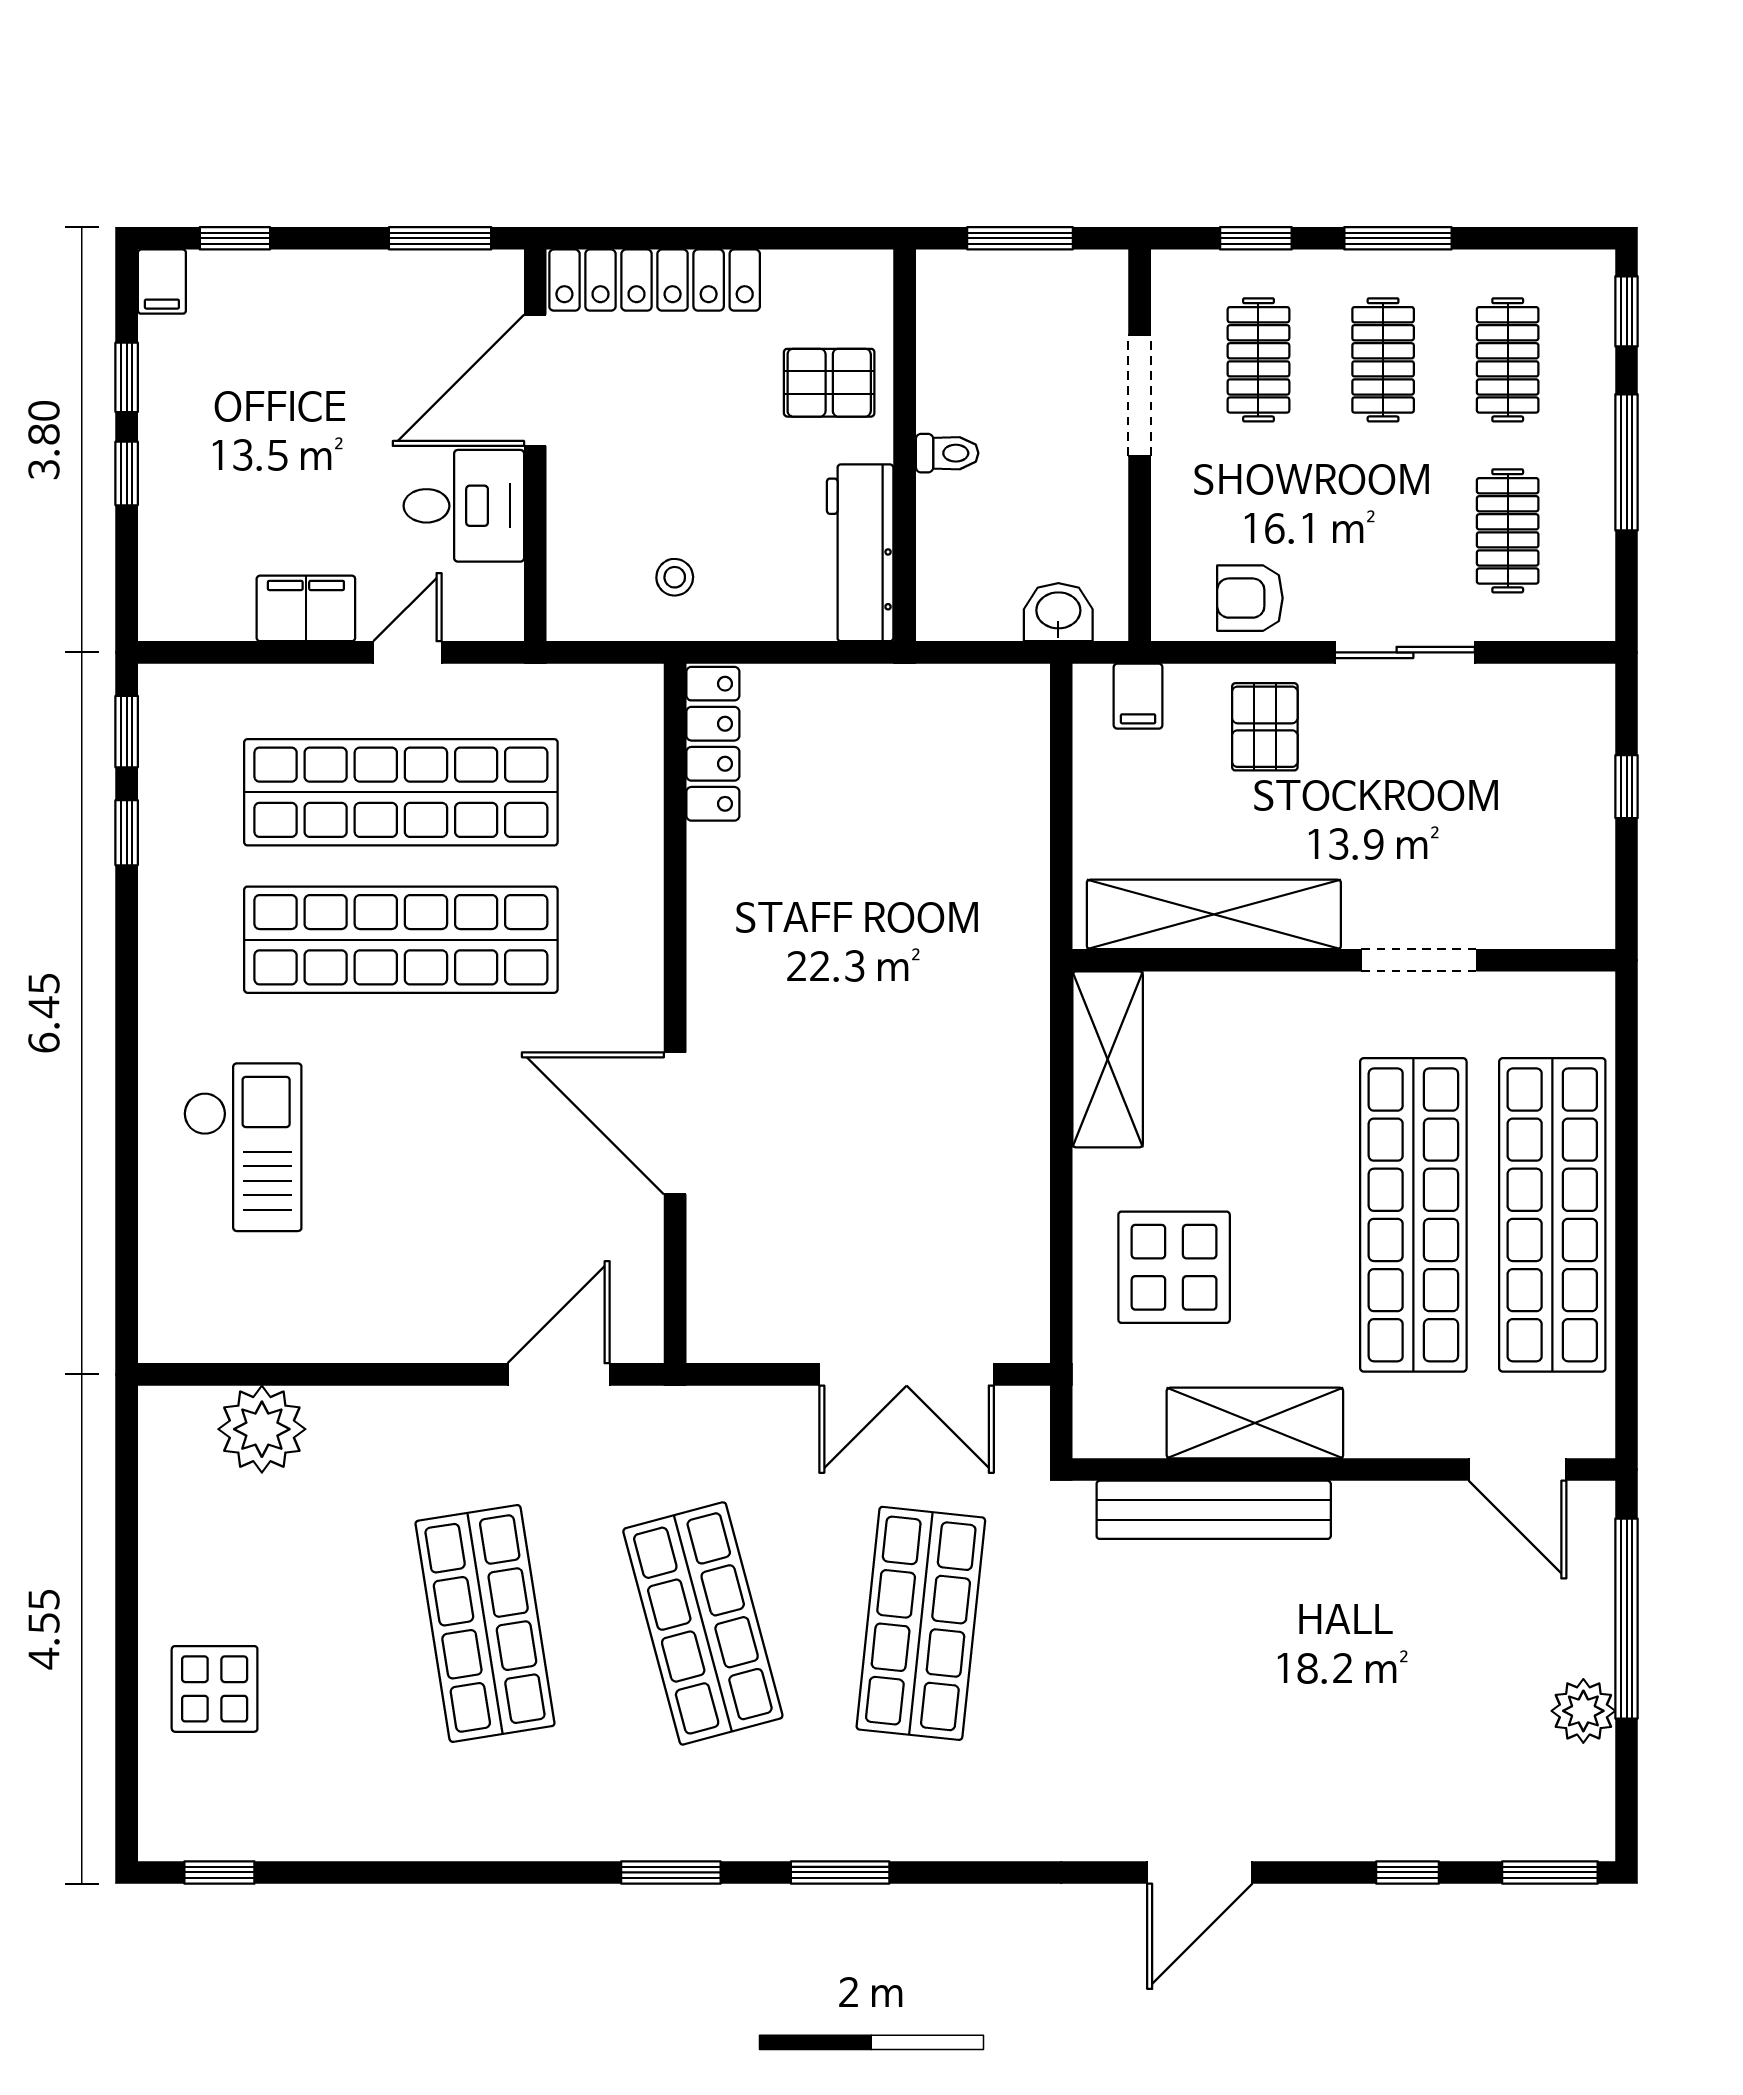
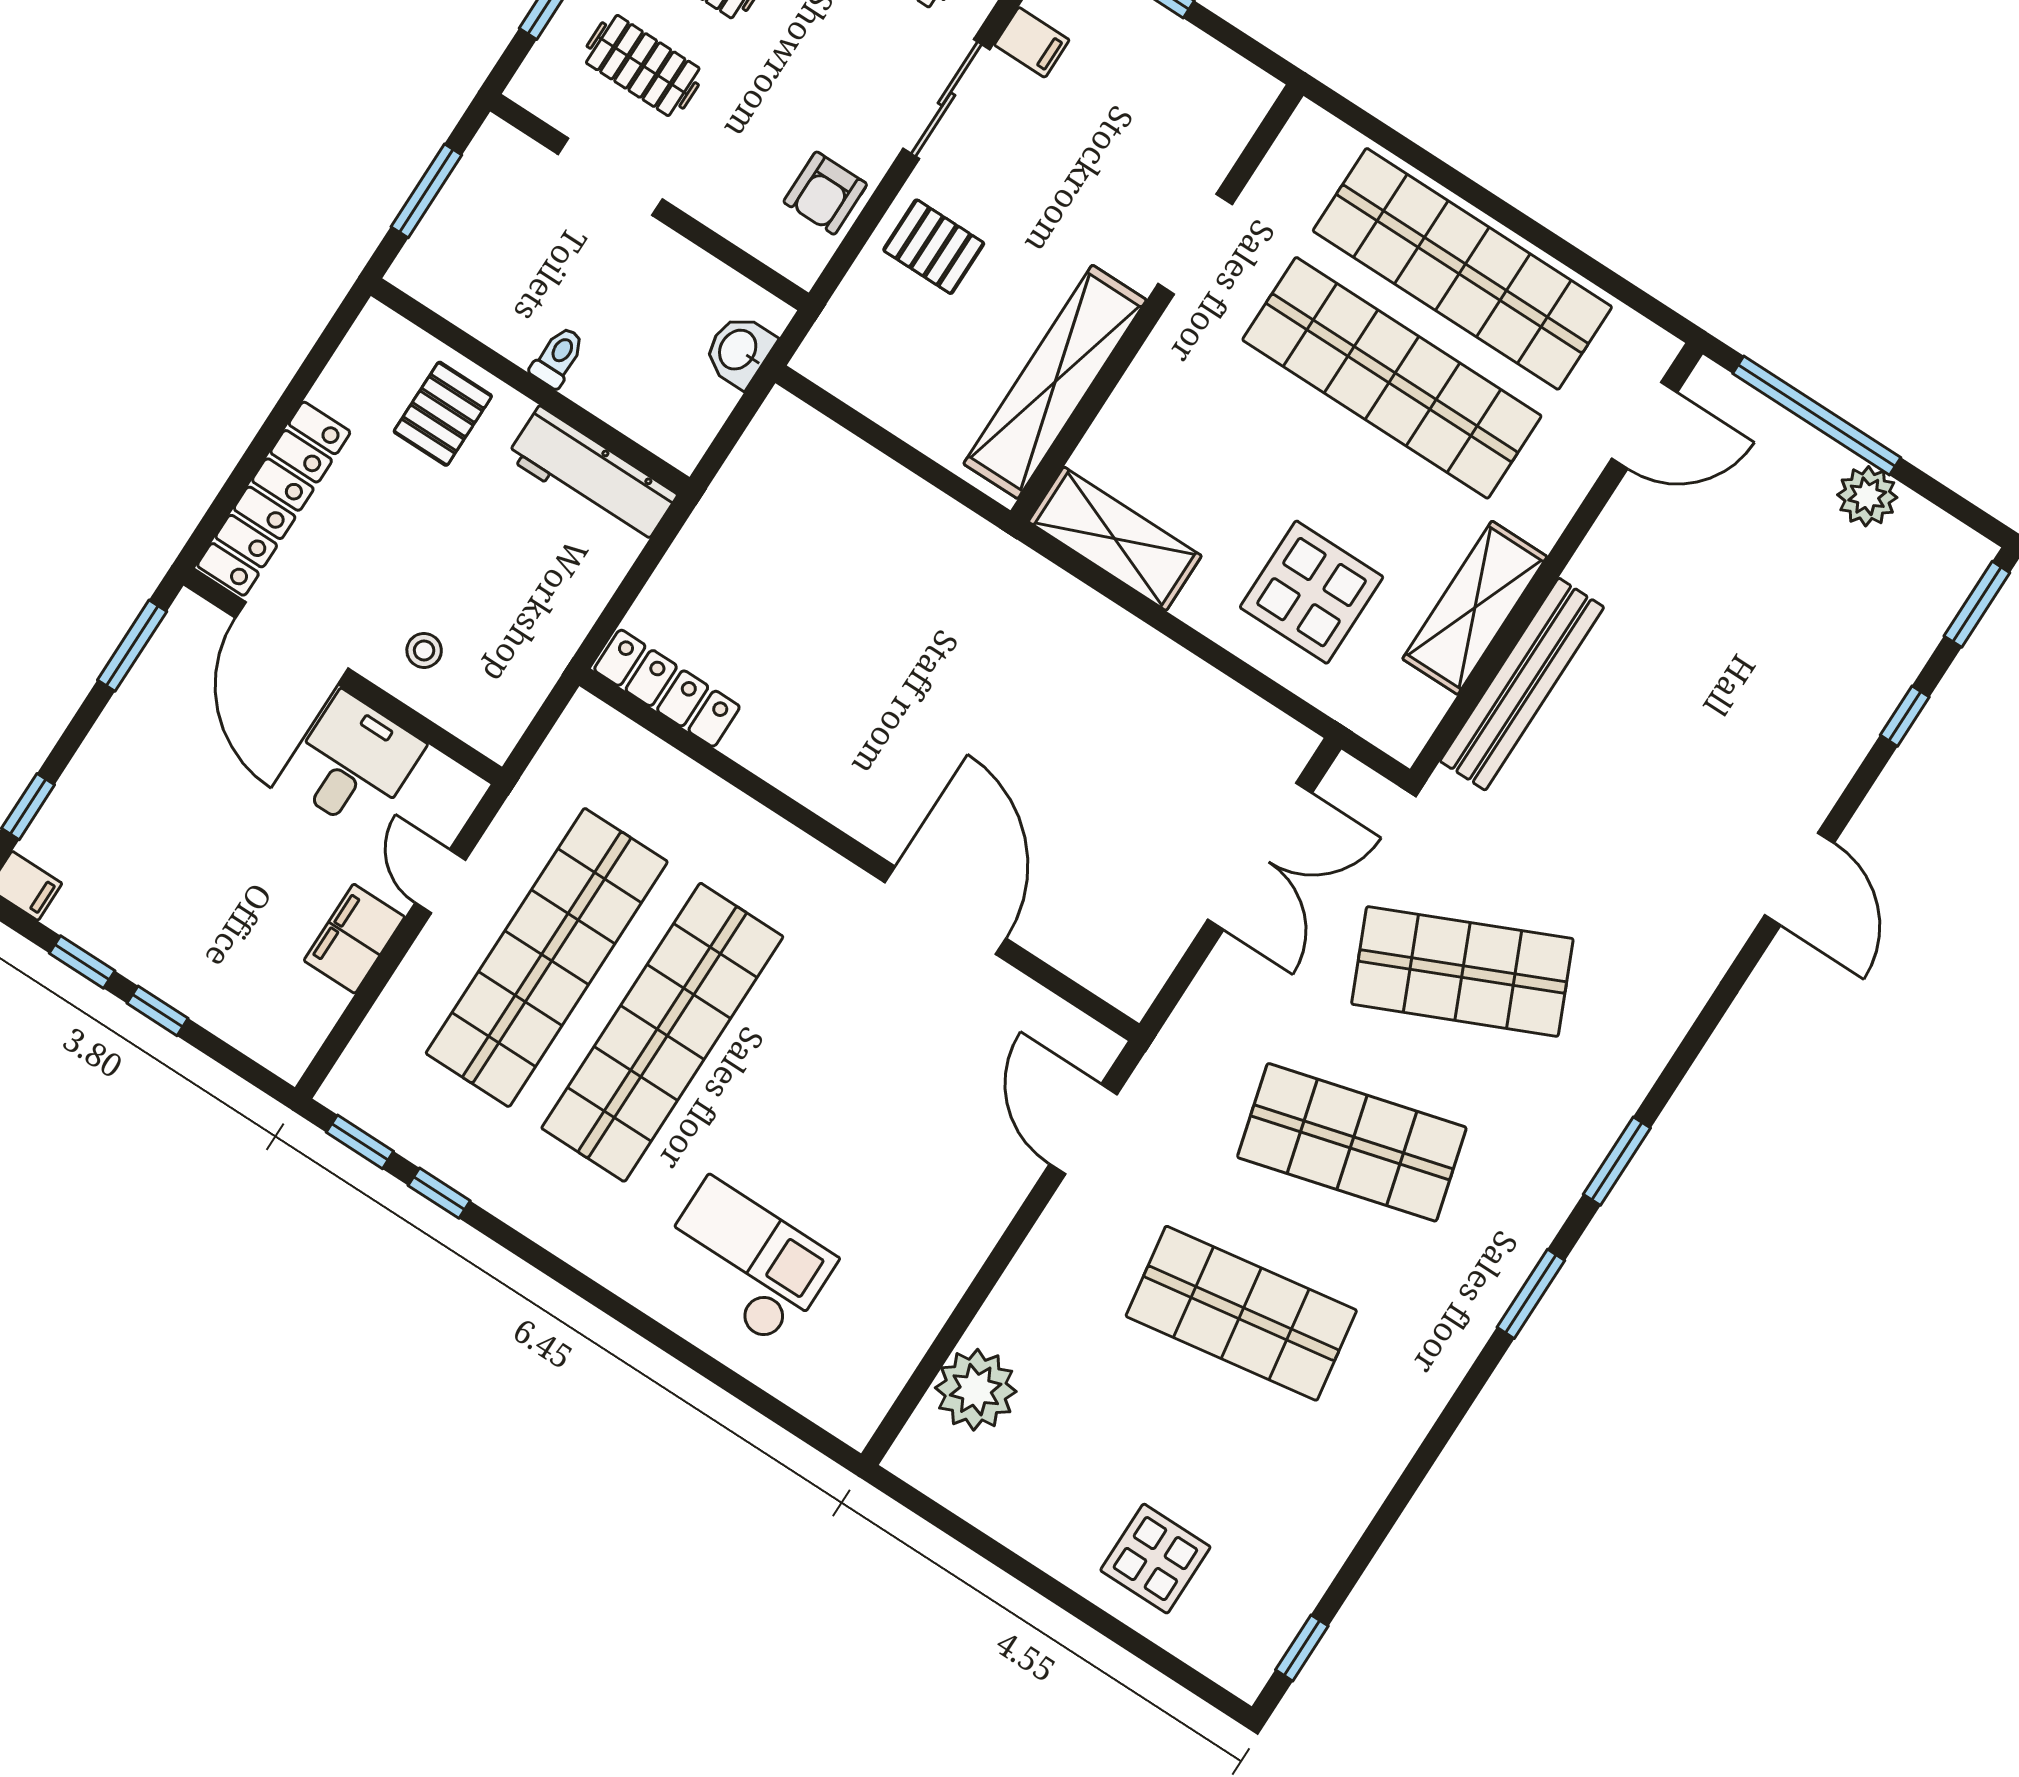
stool: (675, 577) -> (424, 650), moved
filing cabinet: (1138, 696) -> (1032, 42), moved
door: (675, 1123) -> (945, 910), swing flipped
shop shelf: (921, 1623) -> (1462, 971), turned -30

